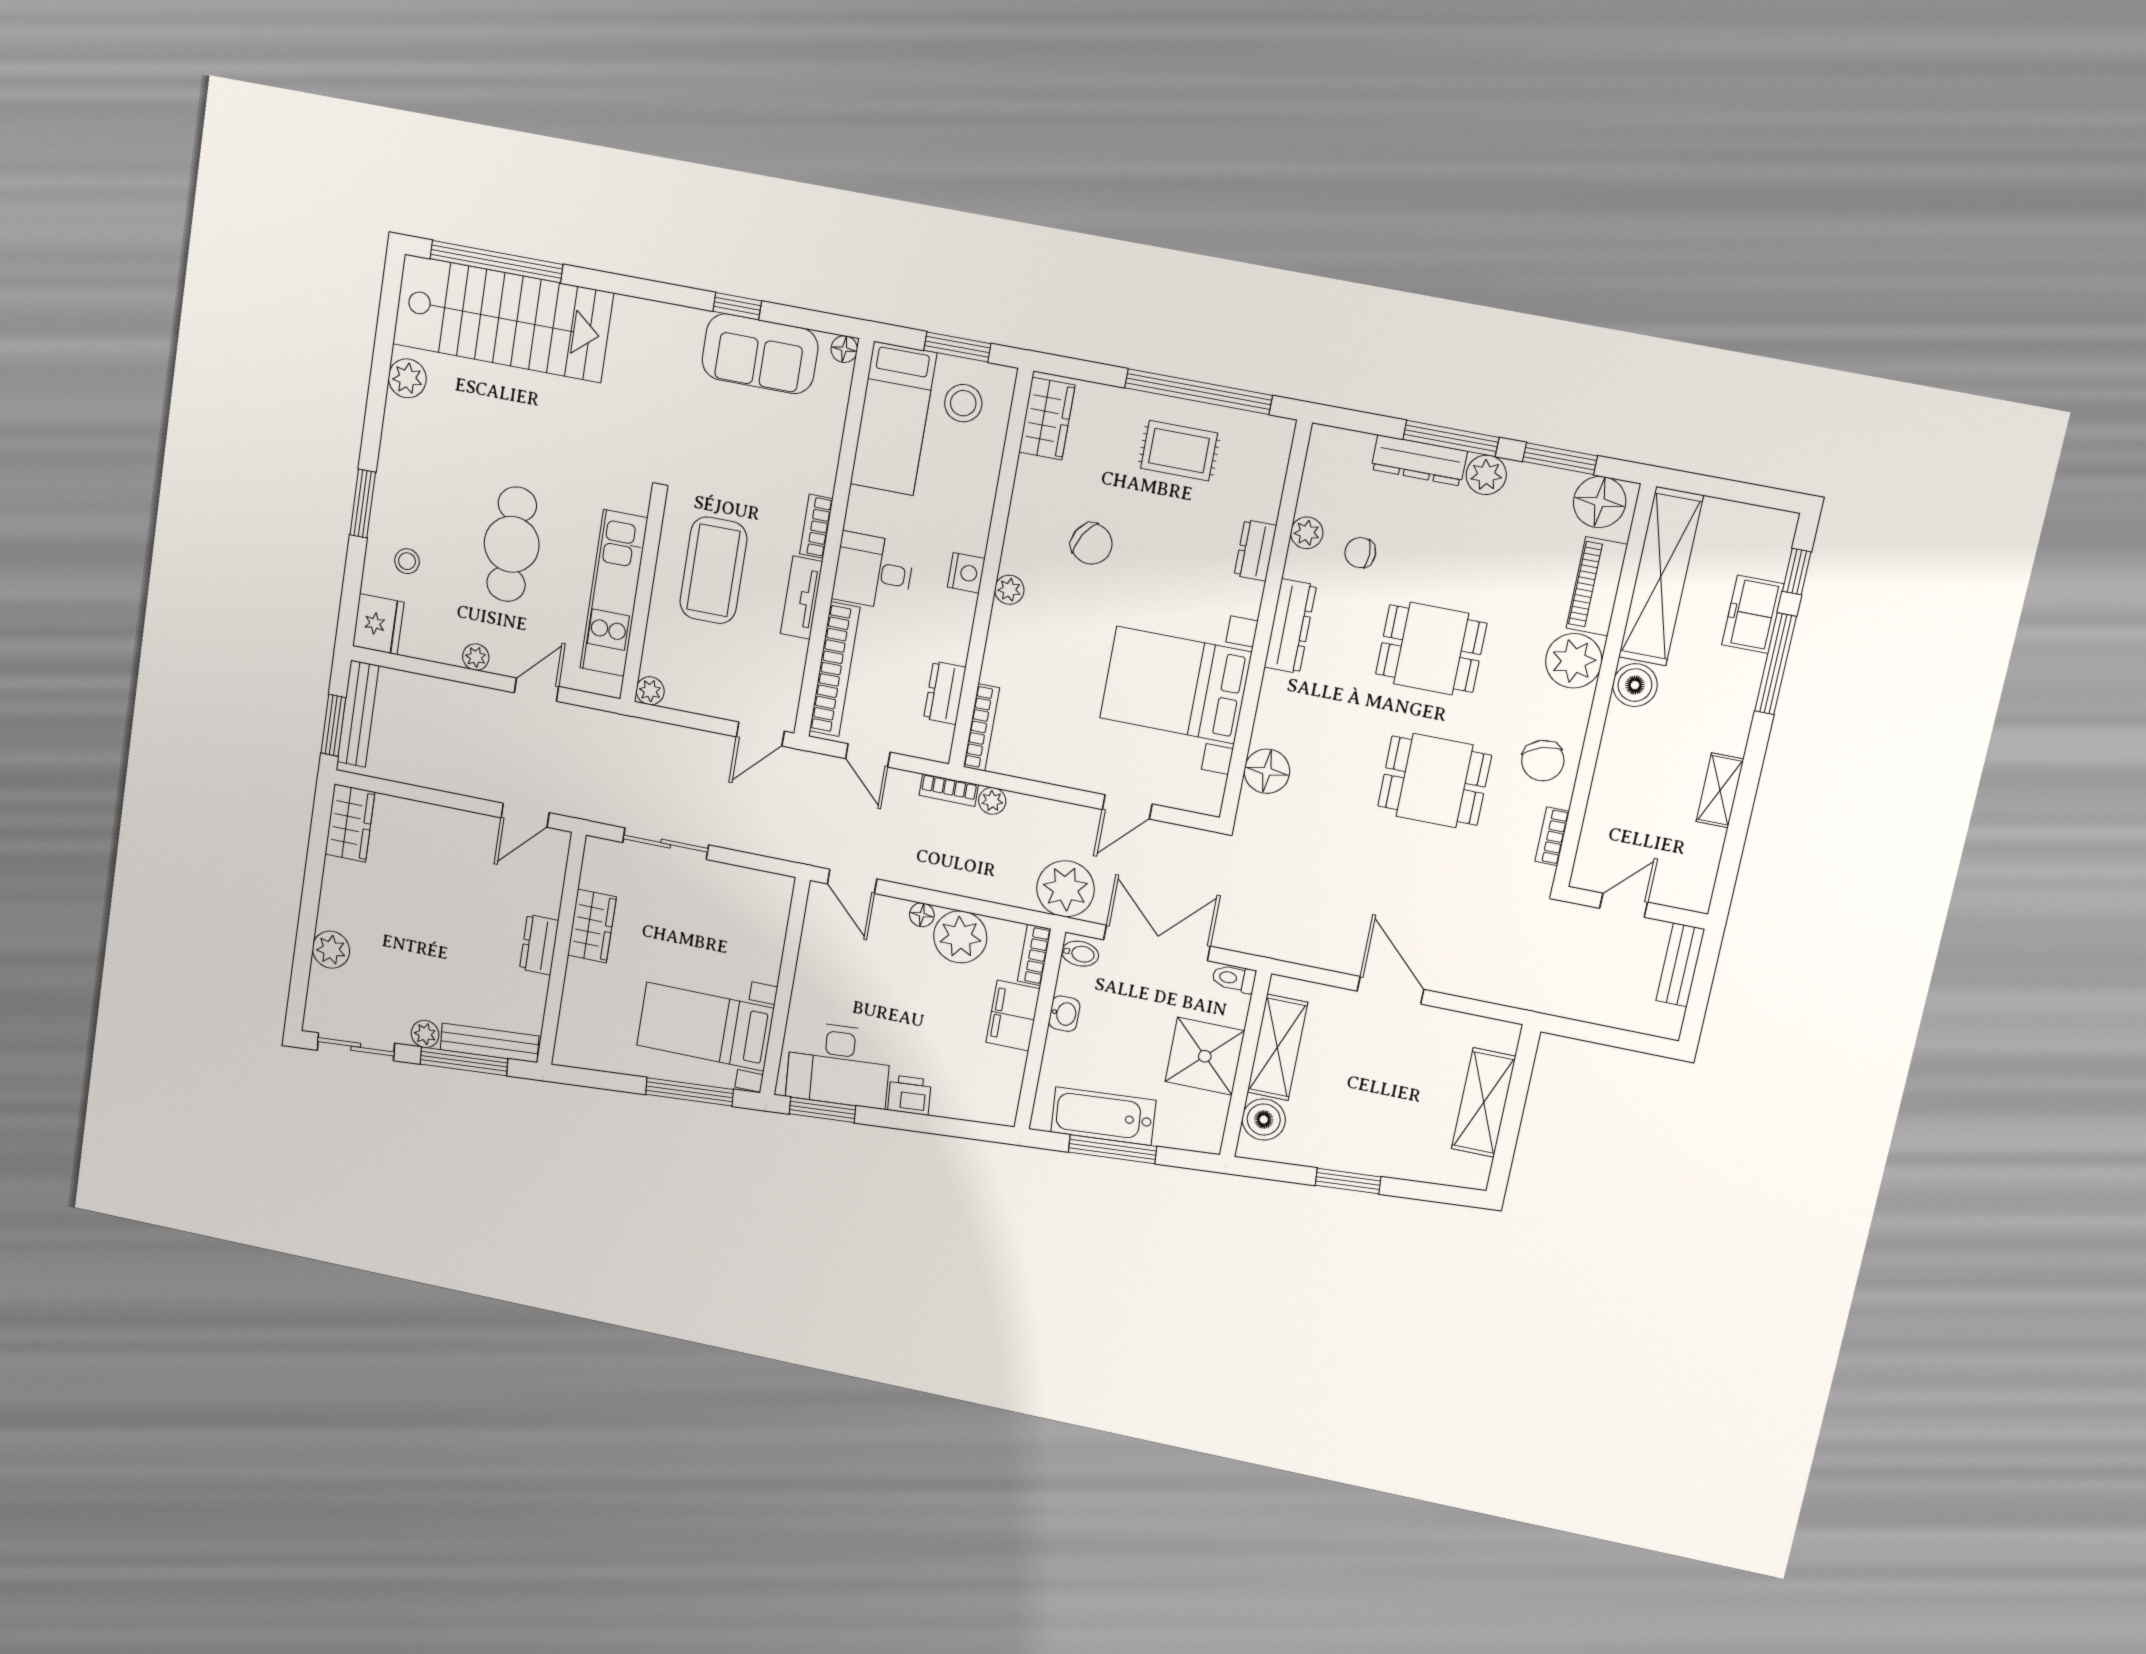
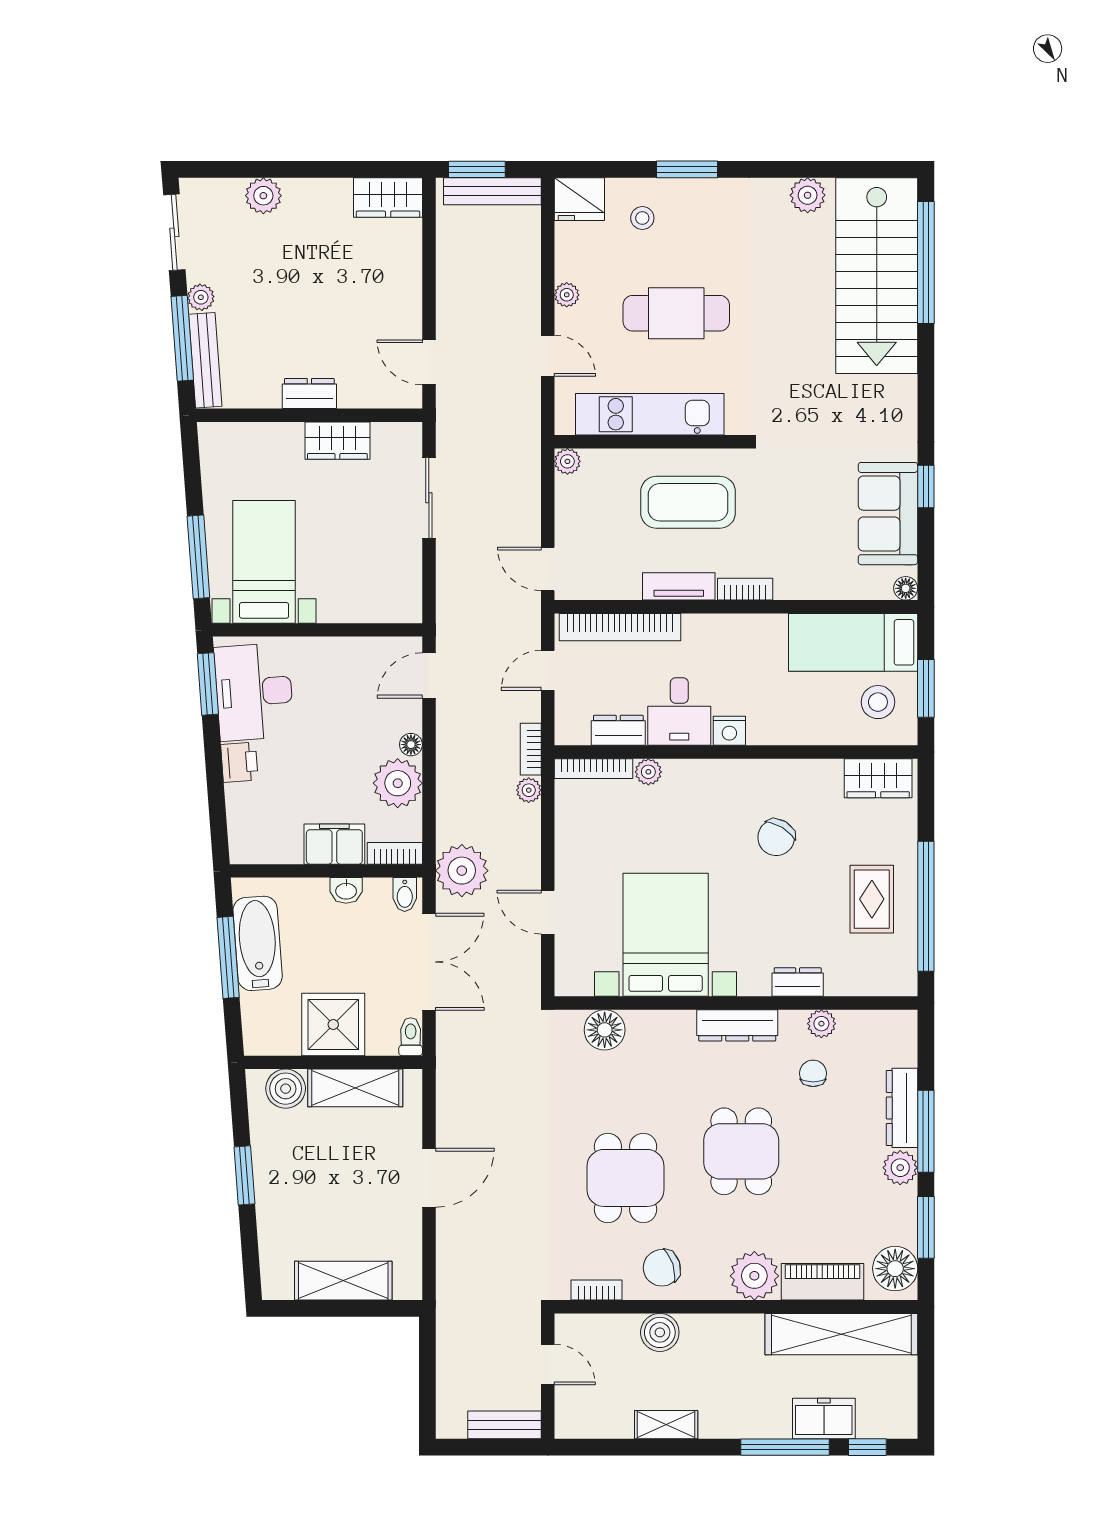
desk: (873, 571) -> (679, 712), moved, turned 180
plant: (1009, 590) -> (648, 772), moved
boiler: (1635, 685) -> (660, 1332), moved

